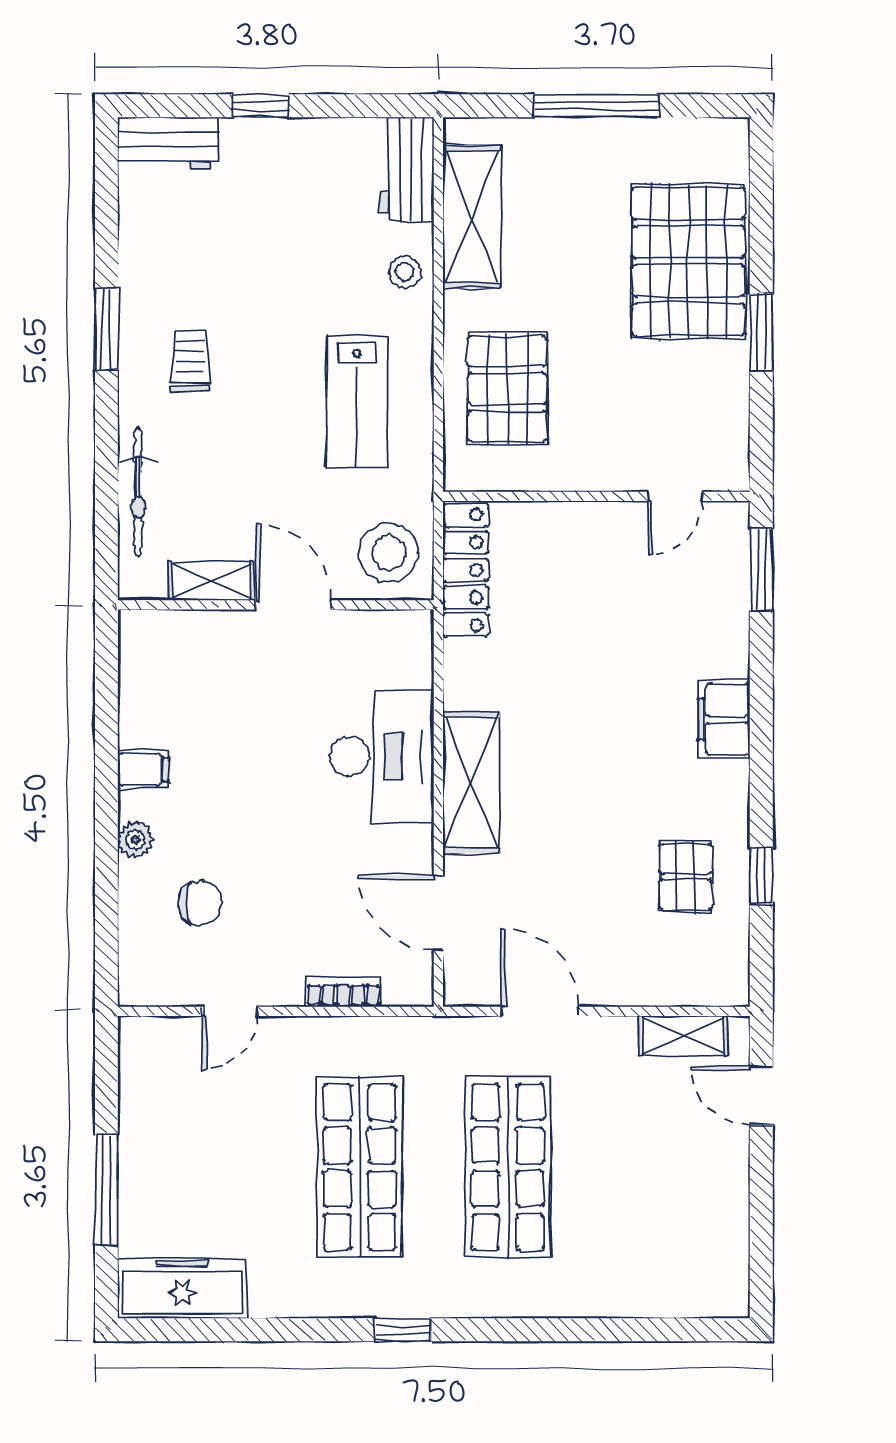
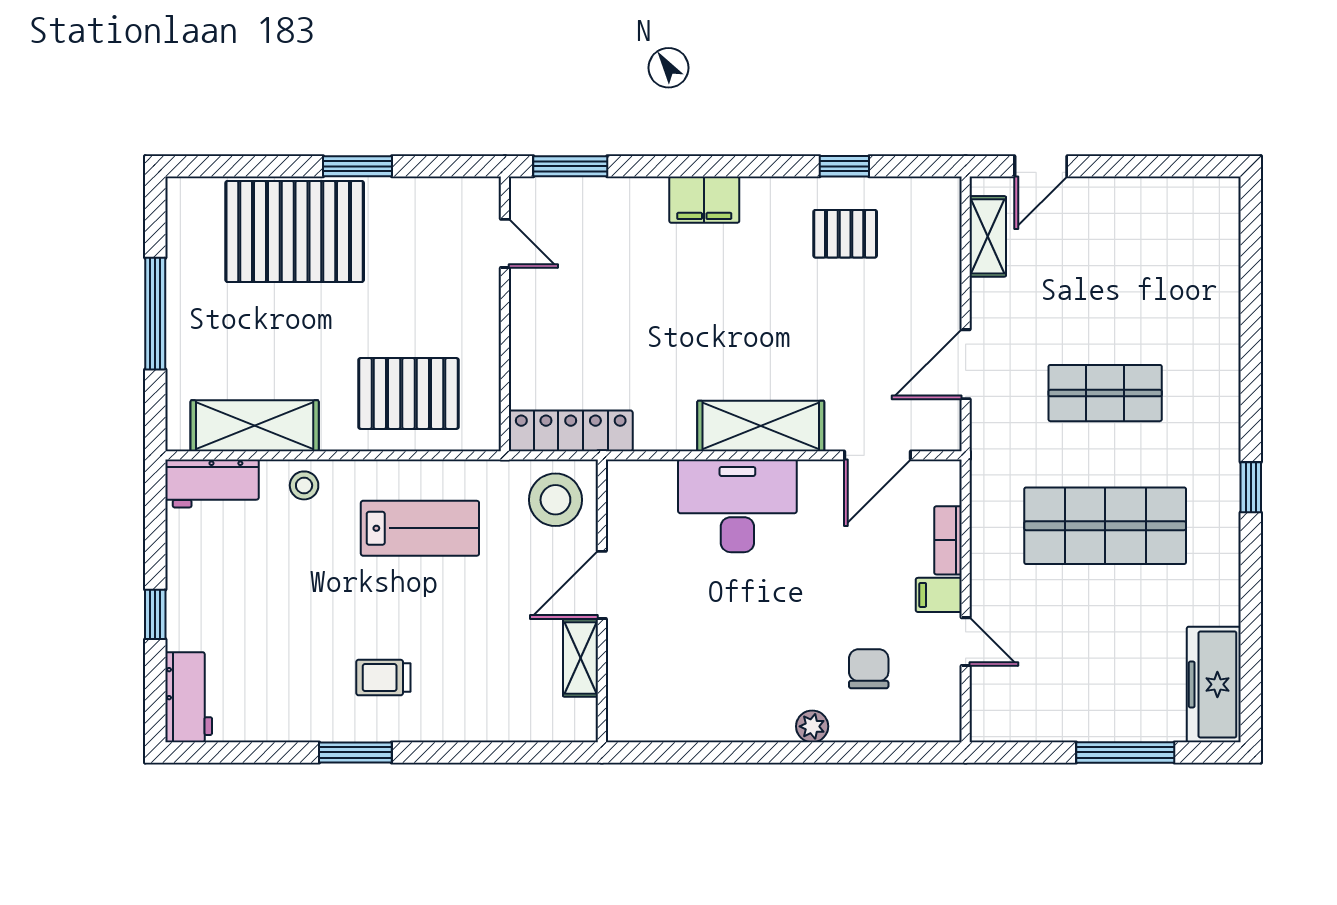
bicycle: (138, 492) -> (501, 724), removed
filing cabinet: (143, 770) -> (939, 595), moved, turned -90
shop shelf: (508, 1167) -> (1105, 393), width x0.70, depth x0.74

